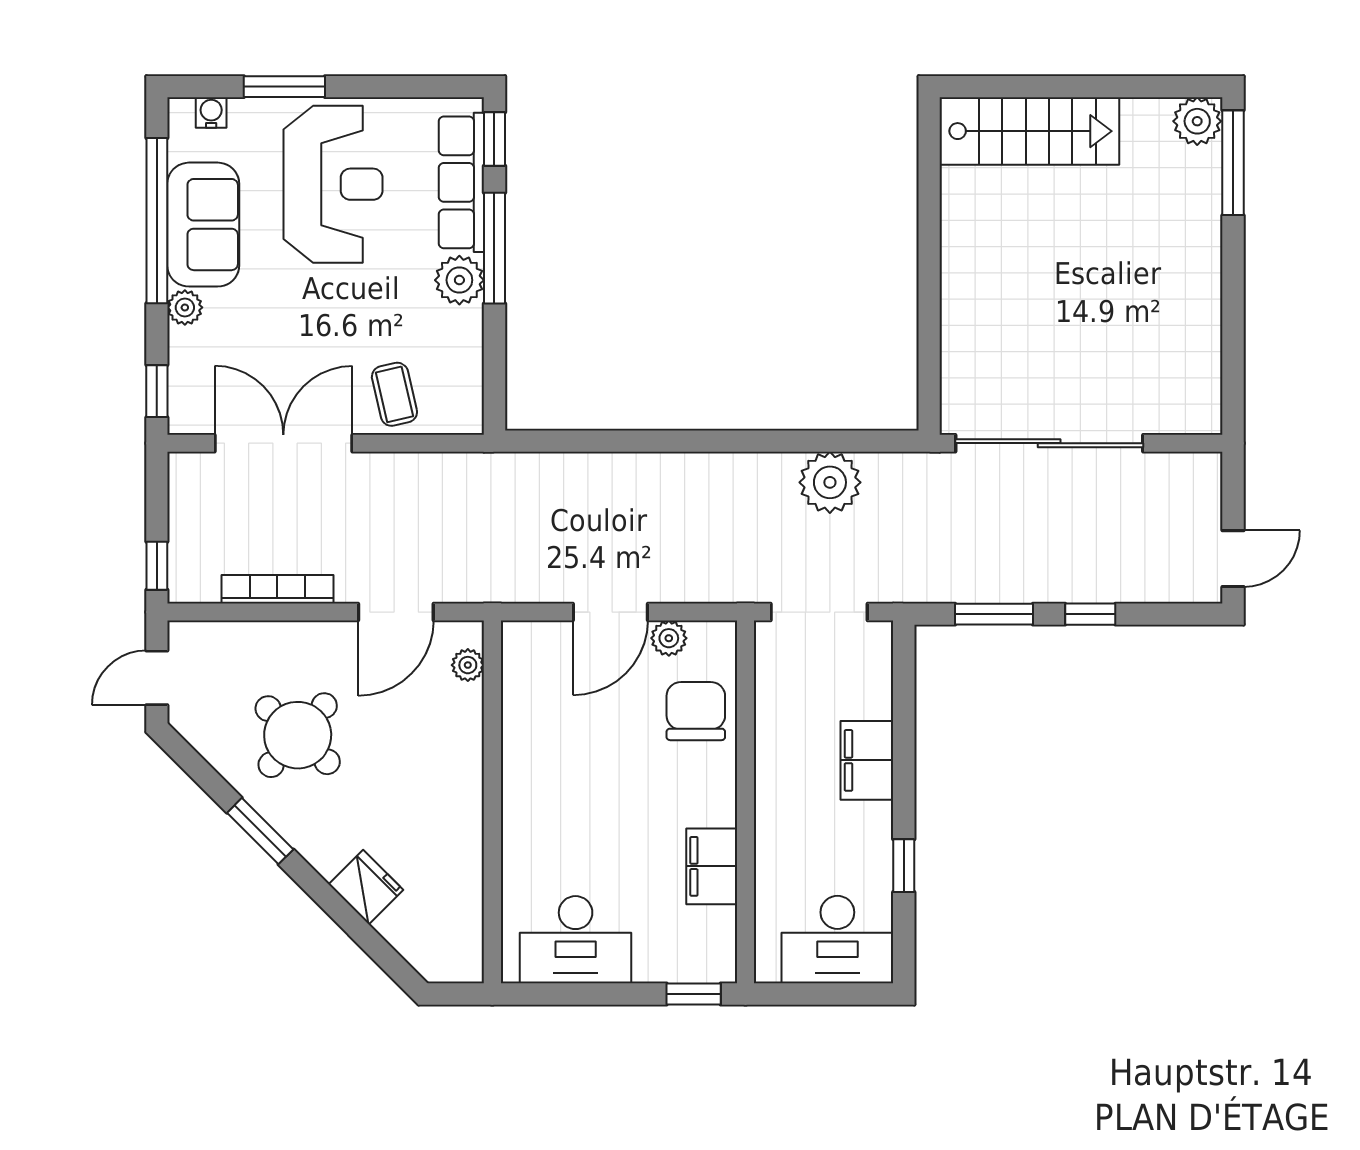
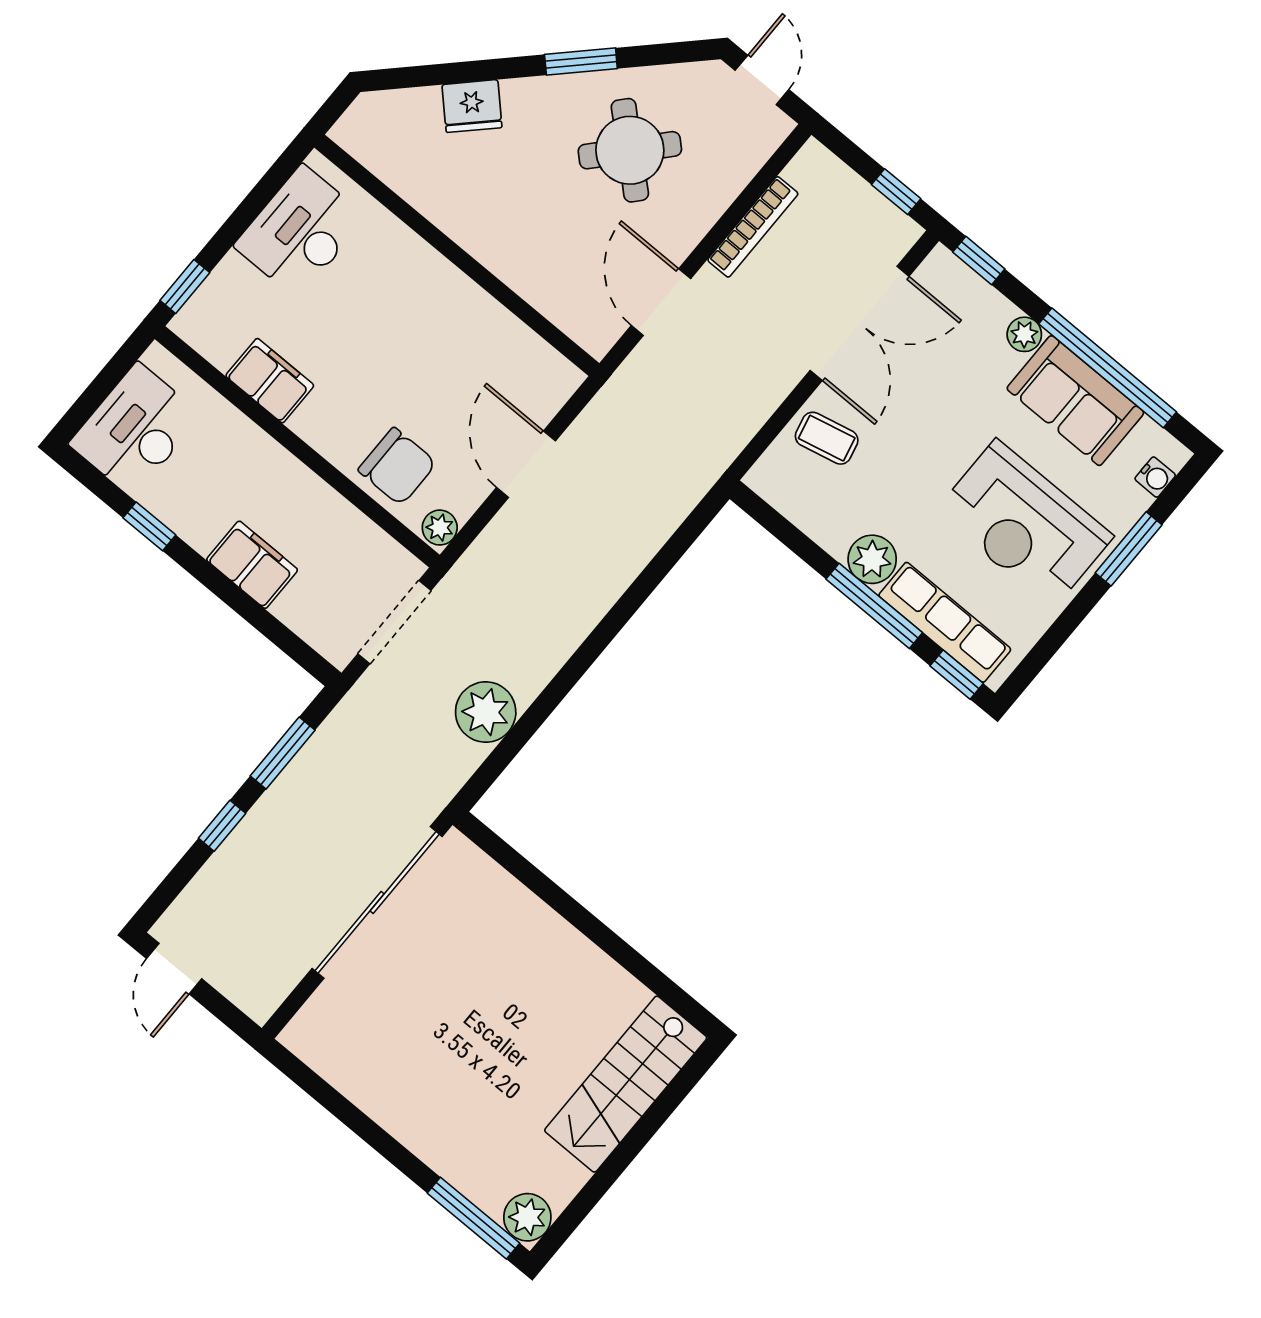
window: (157, 566) -> (896, 192), moved
plant: (669, 638) -> (440, 528), moved
plant: (468, 665) -> (576, 323), removed

